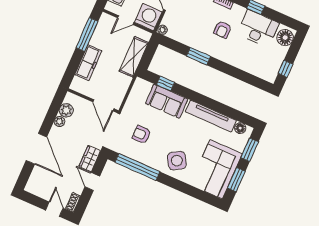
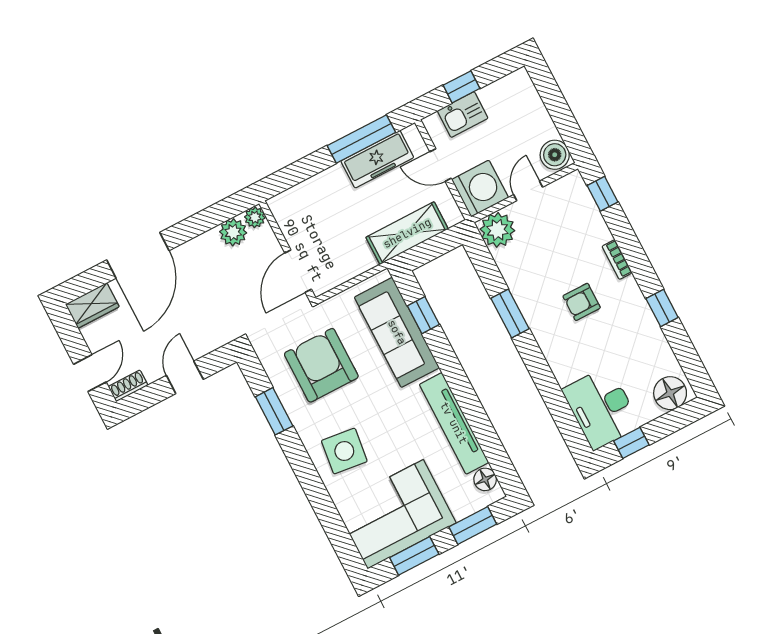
desk: (258, 28) -> (601, 408), moved, turned 180
plant: (162, 30) -> (497, 230), width x1.88, depth x1.88
freezer: (88, 63) -> (377, 159), moved
sofa: (167, 101) -> (397, 332), width x1.36
plant: (60, 122) -> (255, 217), moved
armchair: (141, 135) -> (321, 365), width x1.88, depth x1.88
wardrobe: (90, 159) -> (92, 306), moved, turned 180
side table: (177, 161) -> (344, 451), turned 37
window: (137, 167) -> (274, 411), width x0.47

